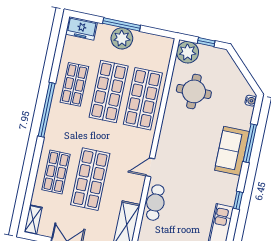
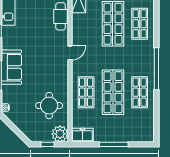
freezer: (82, 28) -> (82, 135), moved
plant: (122, 38) -> (111, 134), removed
shop shelf: (143, 99) -> (86, 92), width x0.70, depth x0.74
door: (150, 167) -> (70, 53), moved

